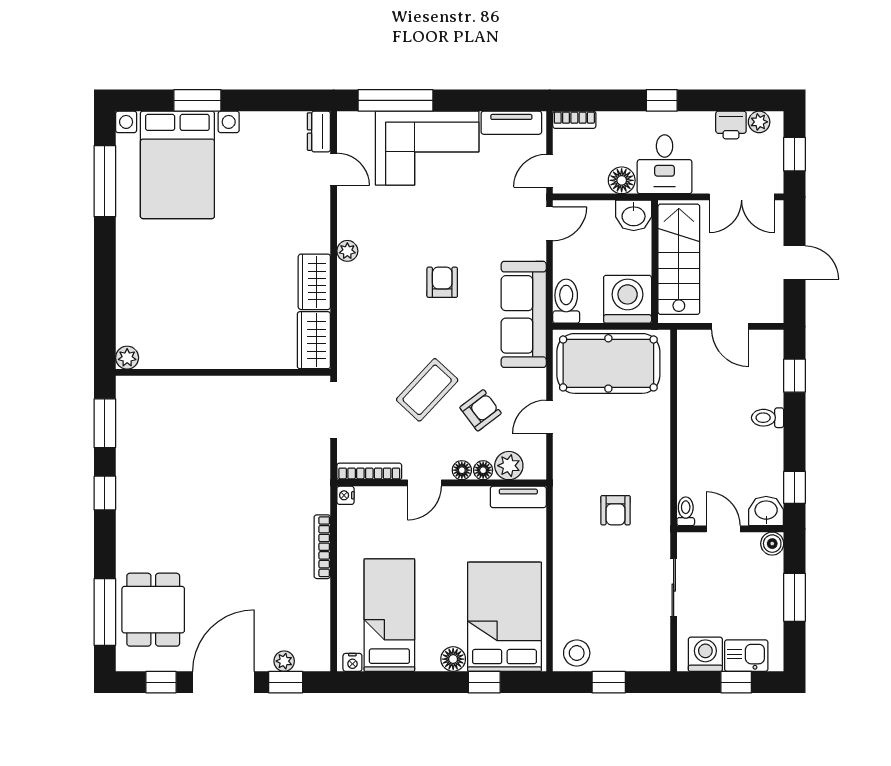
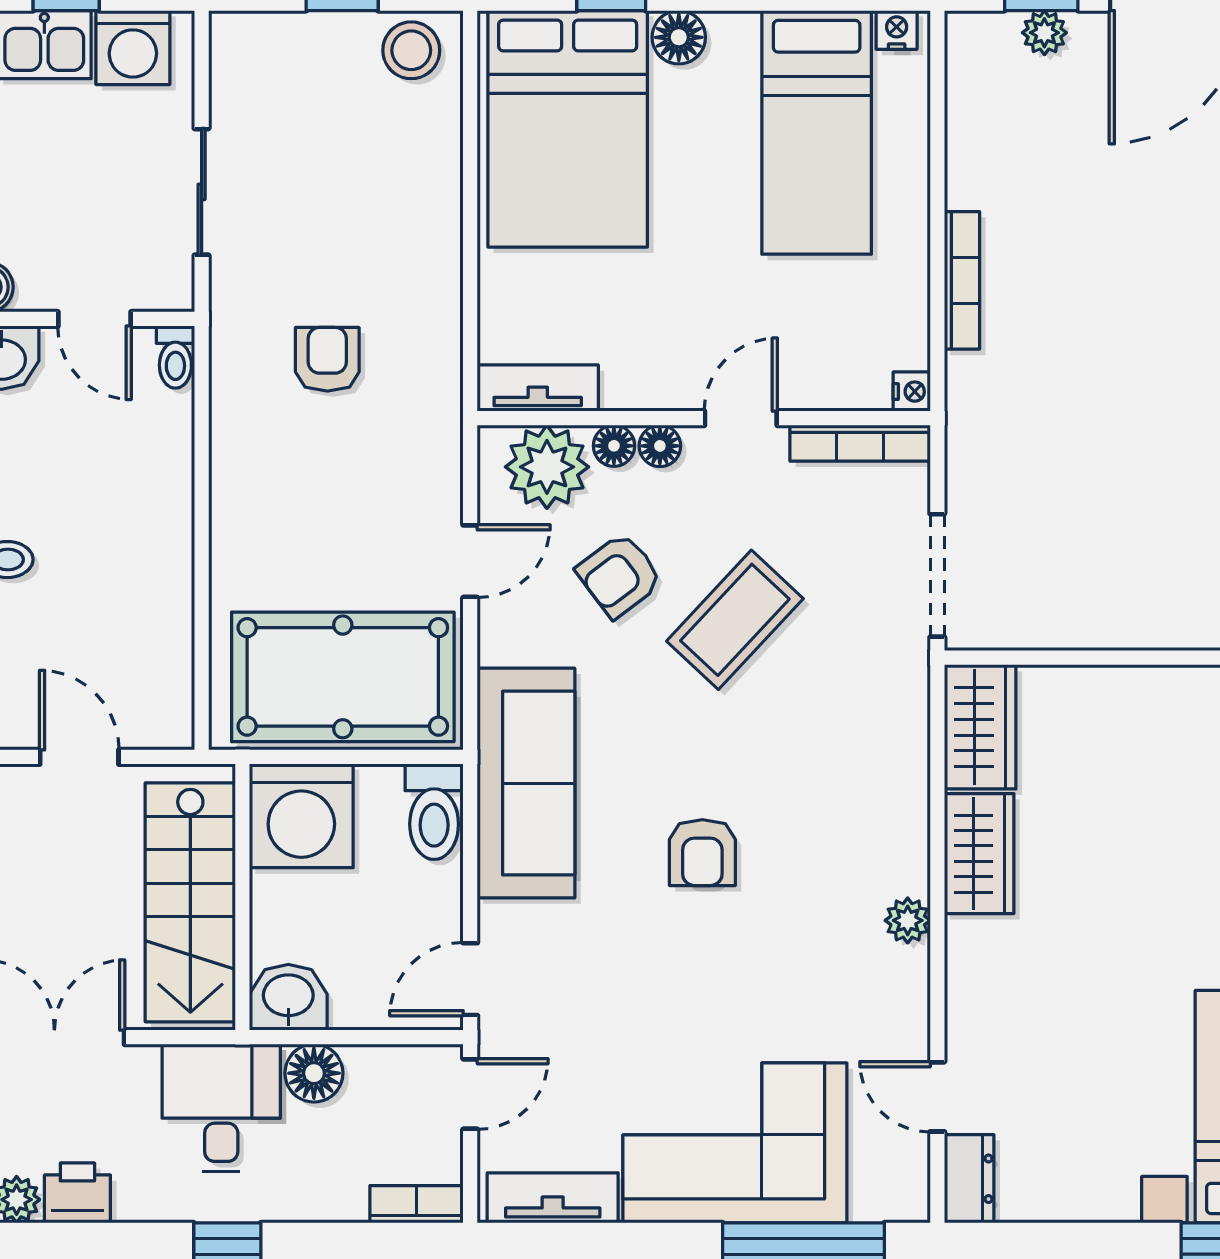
plant: (509, 466) -> (547, 467), width x1.36, depth x1.36

